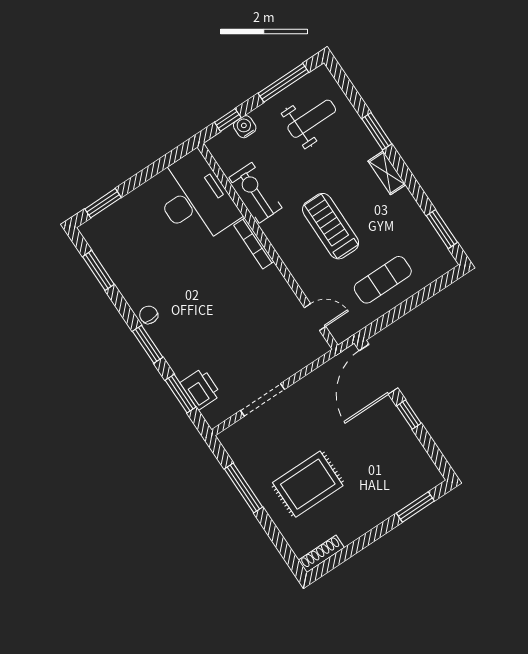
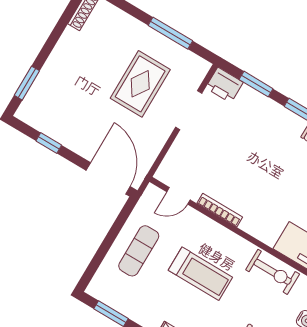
bookcase: (254, 243) -> (220, 210), moved
printer: (201, 389) -> (224, 85), moved
window: (409, 415) -> (49, 143), moved
rug: (308, 484) -> (140, 84), moved

